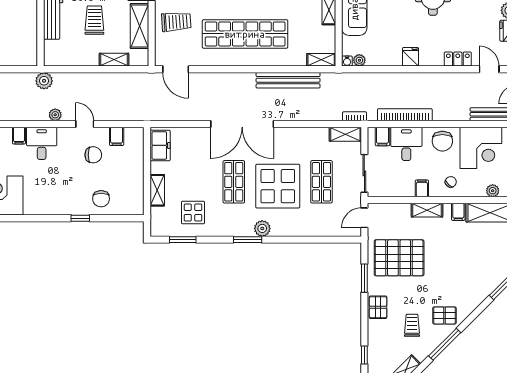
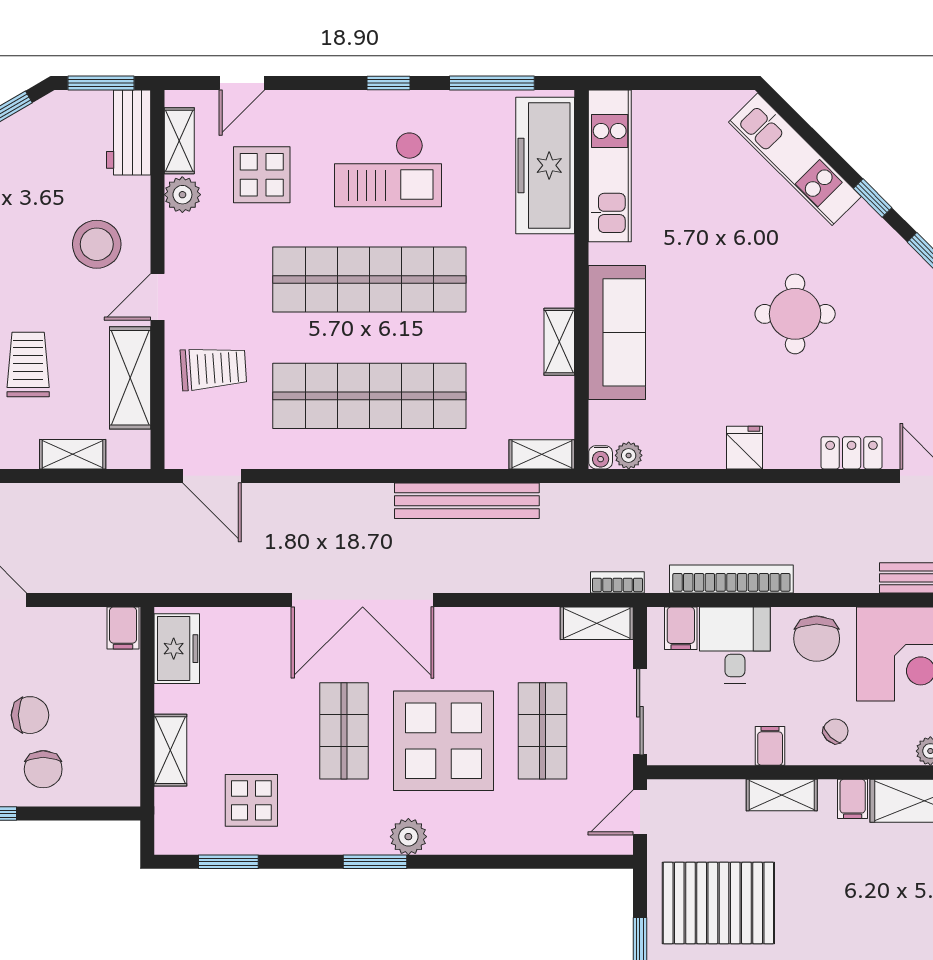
filing cabinet: (117, 136) -> (123, 628), moved
chair: (93, 155) -> (30, 715), moved

